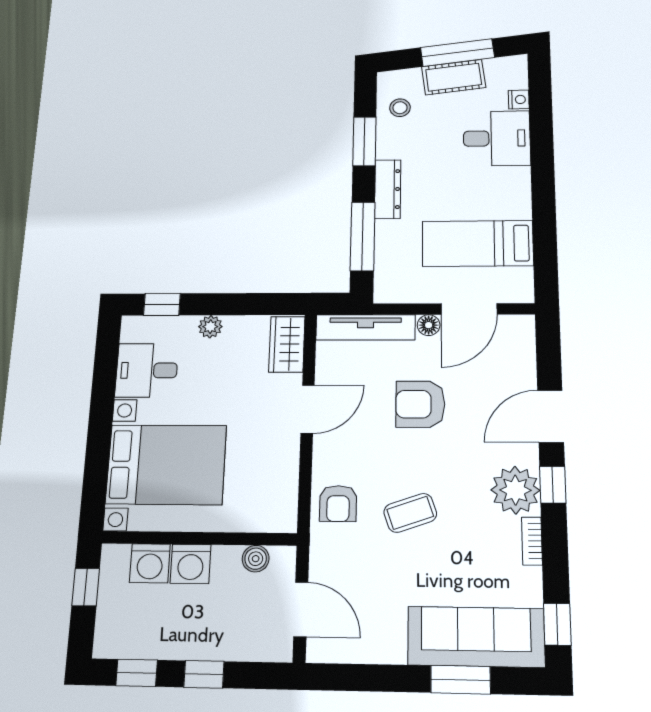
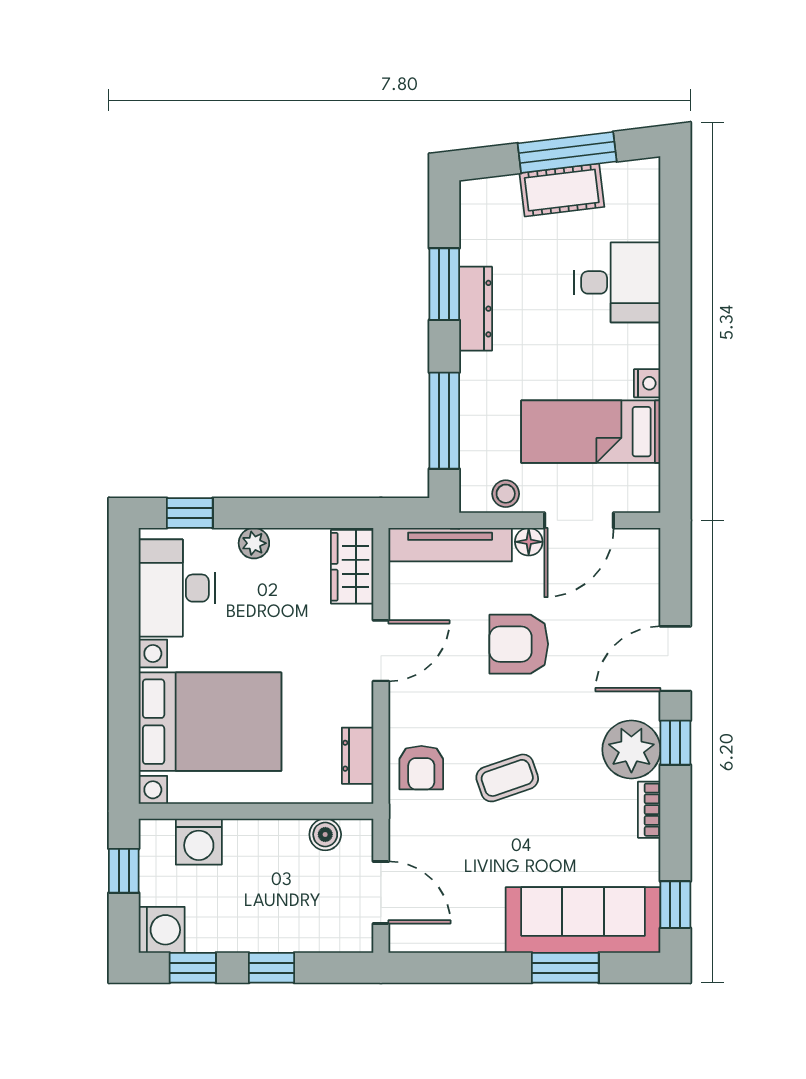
nightstand: (519, 99) -> (647, 383), moved
stool: (400, 108) -> (506, 494), moved
dresser: (388, 189) -> (476, 309), moved
desk: (147, 370) -> (177, 588), width x1.37
dresser: (285, 493) -> (358, 756), added
washing machine: (191, 564) -> (162, 930), moved, turned -90

